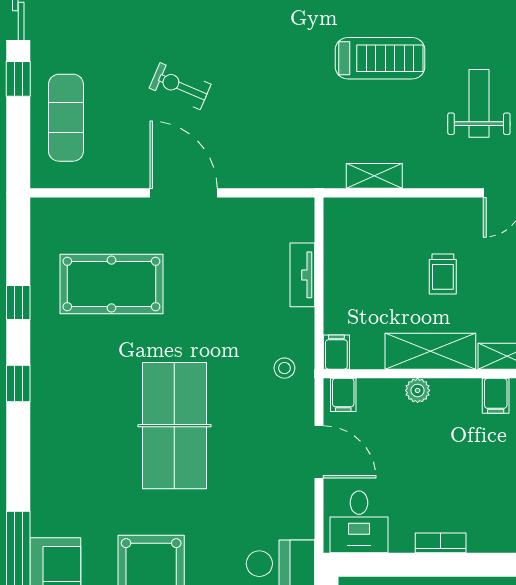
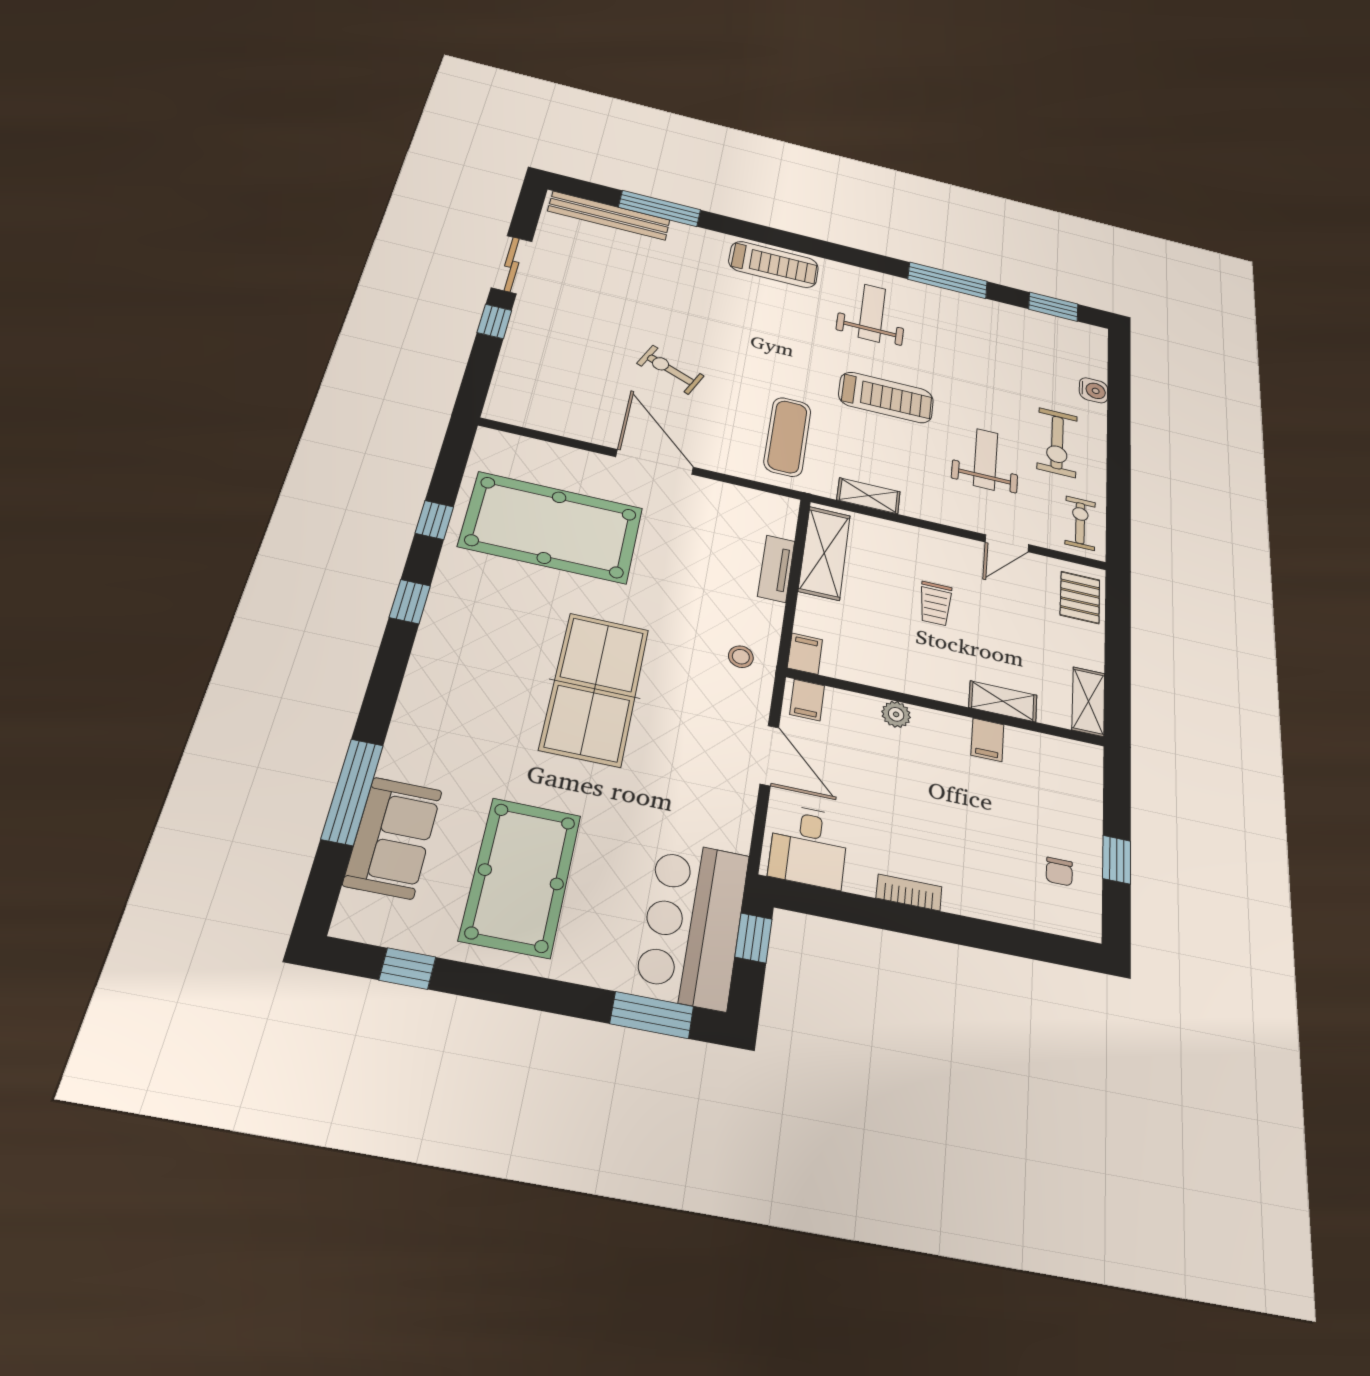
exercise mat: (66, 118) -> (787, 437), moved
pool table: (111, 284) -> (552, 527), width x1.36, depth x1.32
shelving: (430, 351) -> (824, 553), moved, turned 90

